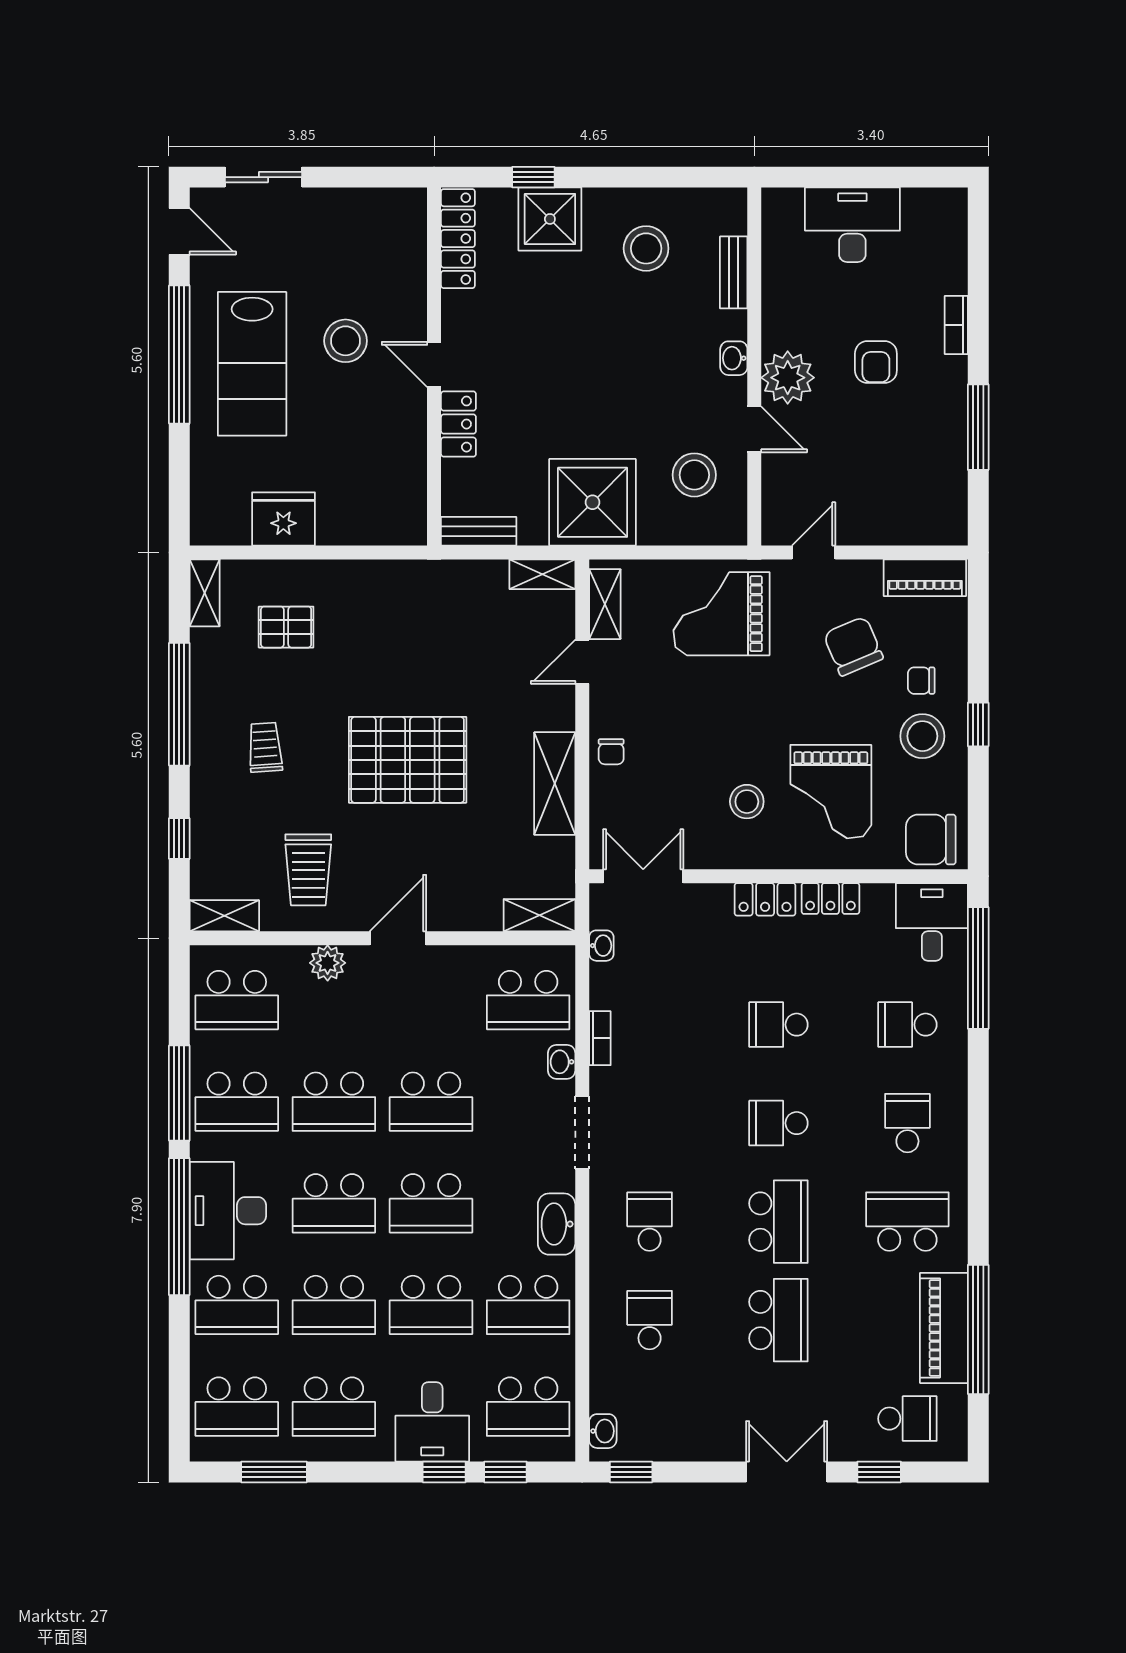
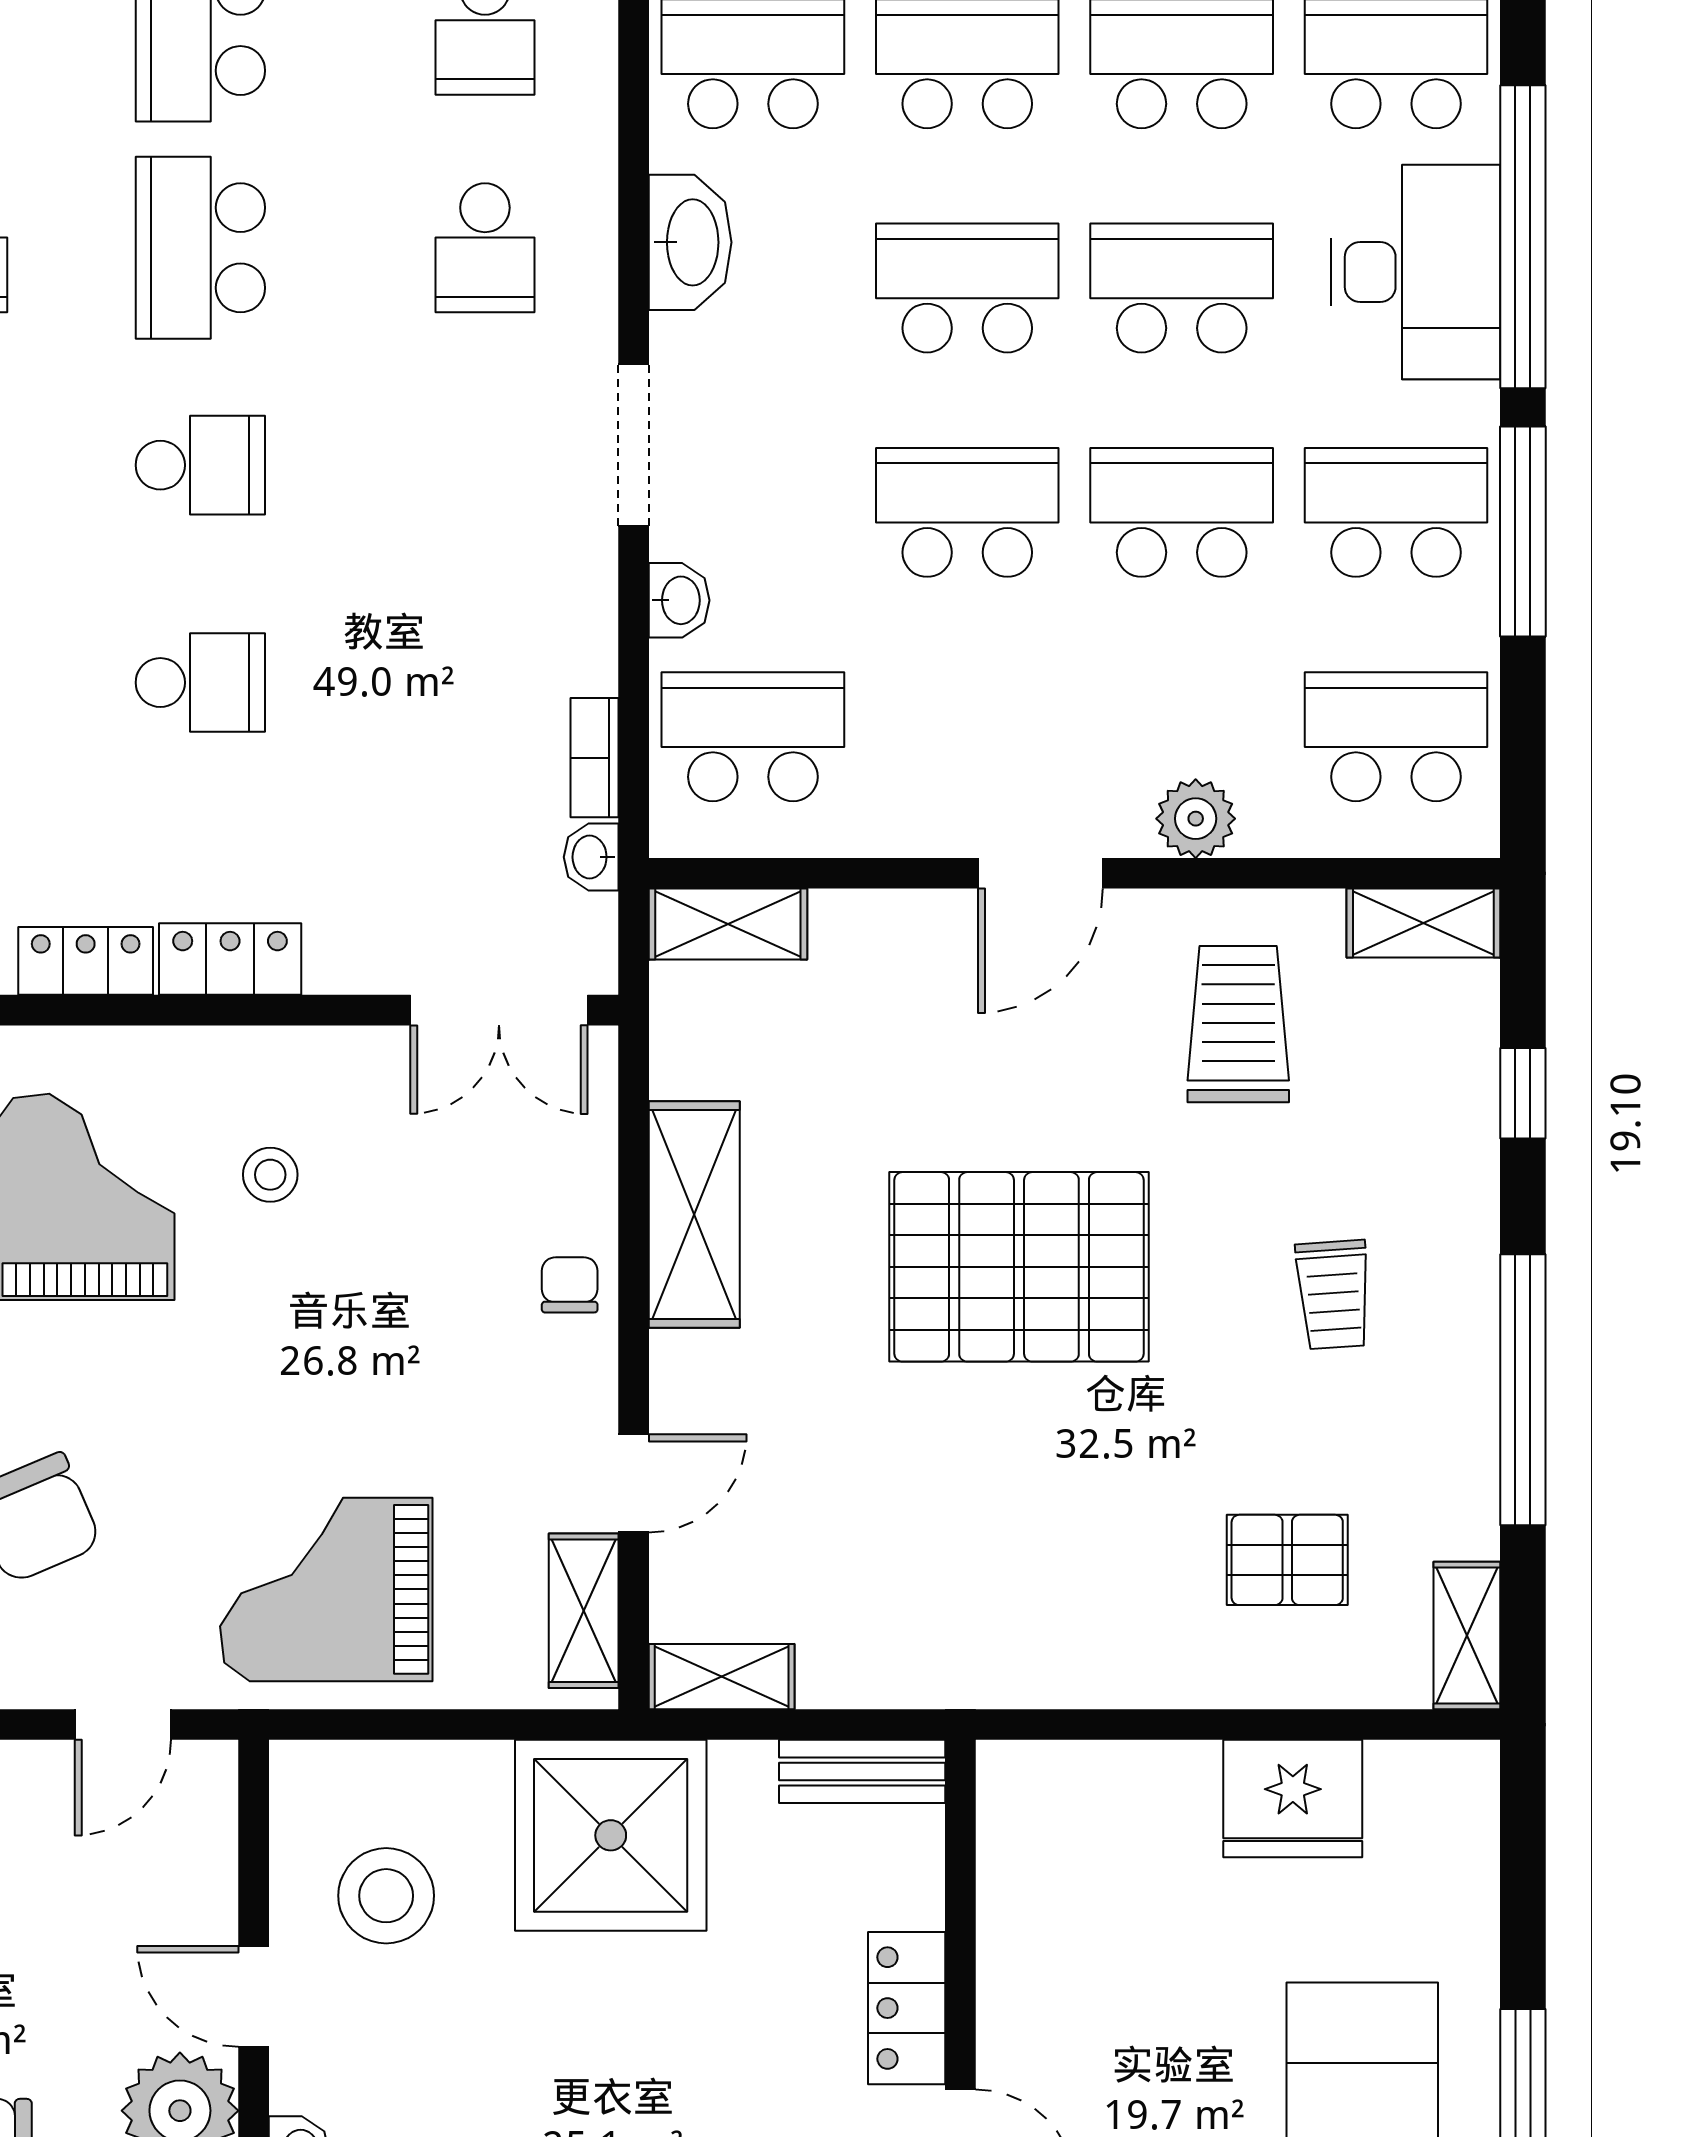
grand piano: (721, 614) -> (326, 1589), turned 180
stool: (747, 802) -> (270, 1175), width x0.73, depth x0.73
bookcase: (600, 1038) -> (595, 758), moved

